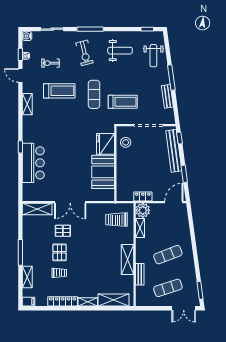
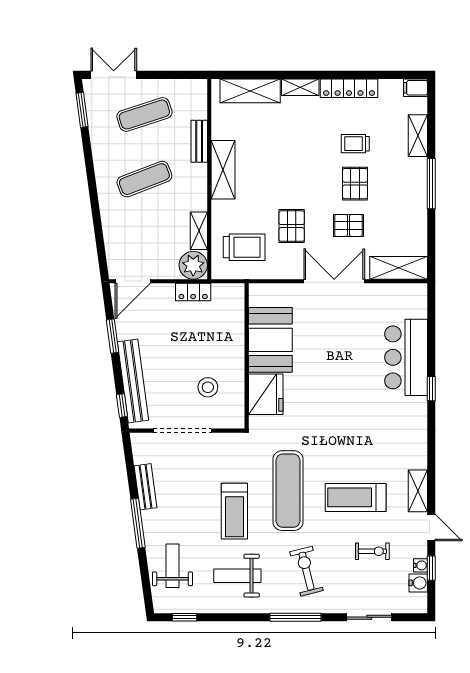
water cooler: (27, 36) -> (418, 583), moved
exercise mat: (94, 94) -> (288, 491), width x1.36, depth x1.45
treadmill: (123, 102) -> (234, 511), moved, turned -90
shelving: (27, 104) -> (418, 491), moved
stool: (126, 142) -> (208, 387), moved
pallet: (92, 230) -> (292, 226), added

